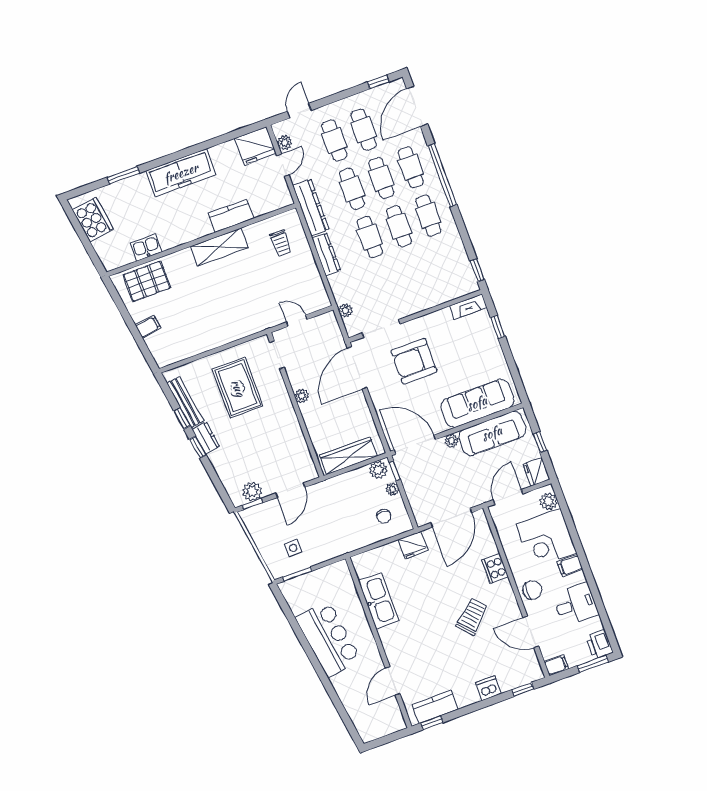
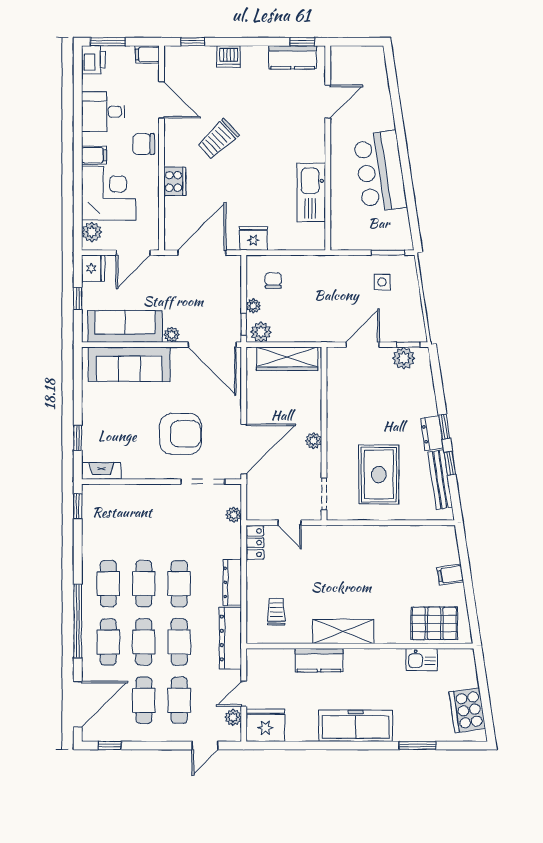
locker: (319, 294) -> (255, 543), added

